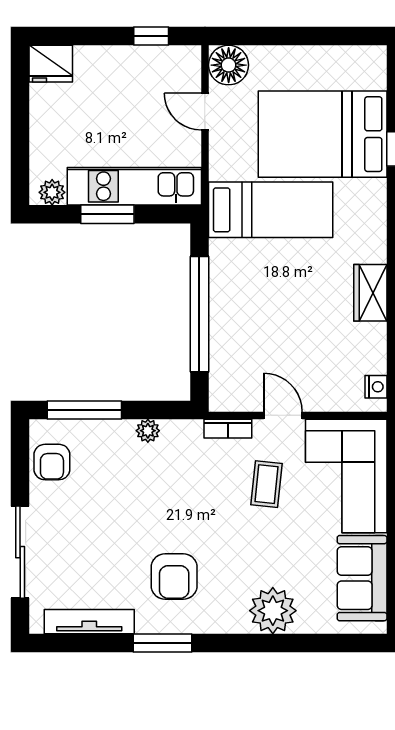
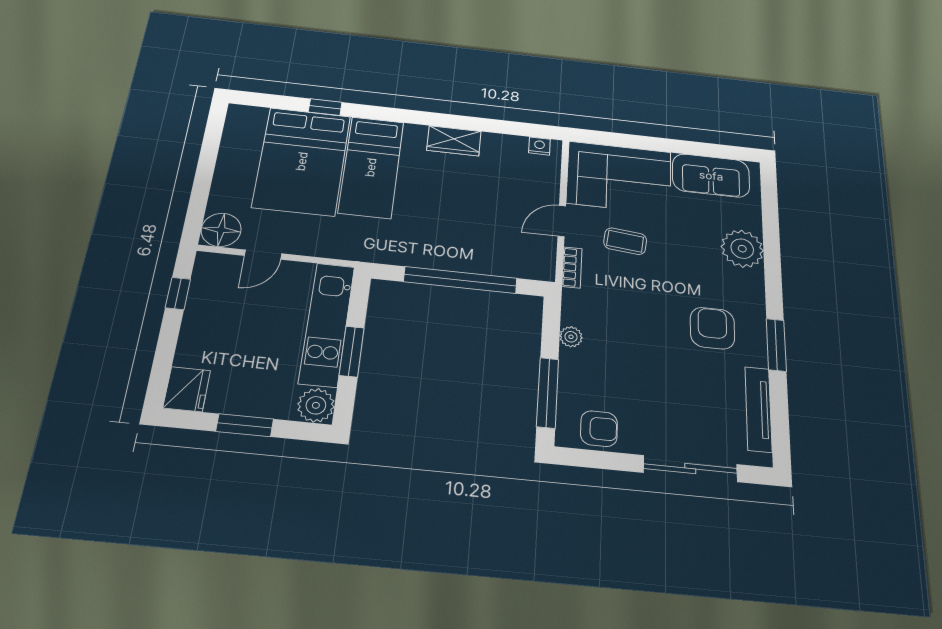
window: (20, 124) -> (245, 425), added
plant: (52, 192) -> (316, 405), width x1.38, depth x1.38
bed: (271, 210) -> (371, 167), moved, turned 180
armchair: (174, 577) -> (712, 328), turned -90

